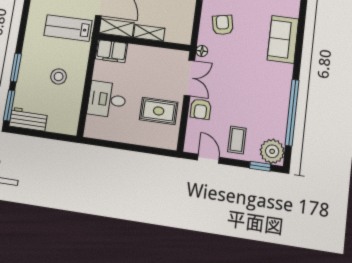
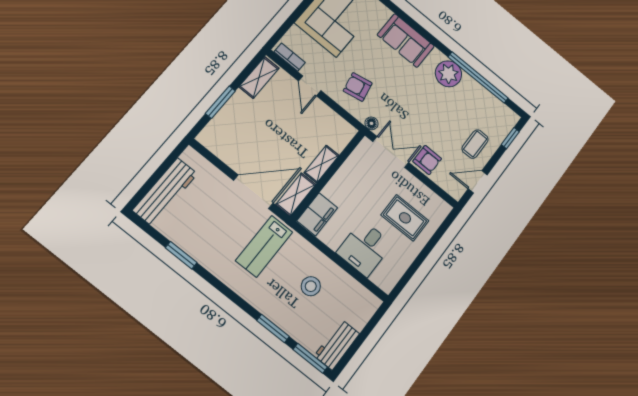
rug: (159, 111) -> (405, 218), moved, turned 90
coffee table: (237, 140) -> (475, 144), turned 90
plant: (272, 151) -> (448, 74), moved

